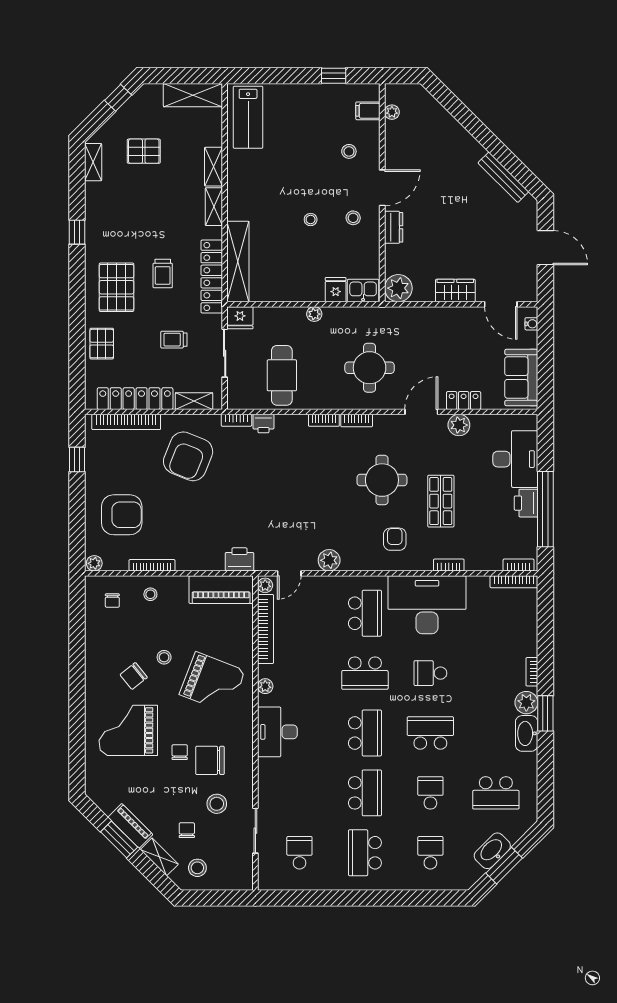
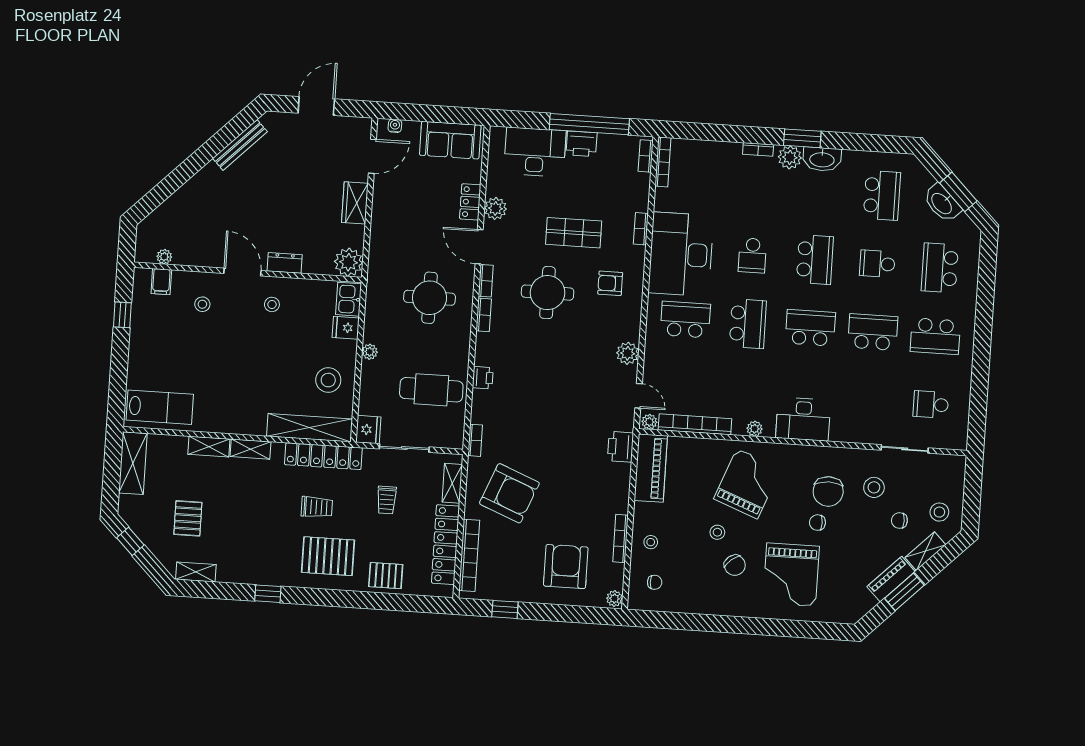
stool: (311, 220) -> (328, 380), moved, width x1.89, depth x1.89
bookcase: (324, 420) -> (486, 281), moved
printer: (263, 424) -> (483, 378), moved
school desk: (430, 733) -> (815, 260), turned 180
school desk: (430, 853) -> (940, 268), width x1.85

